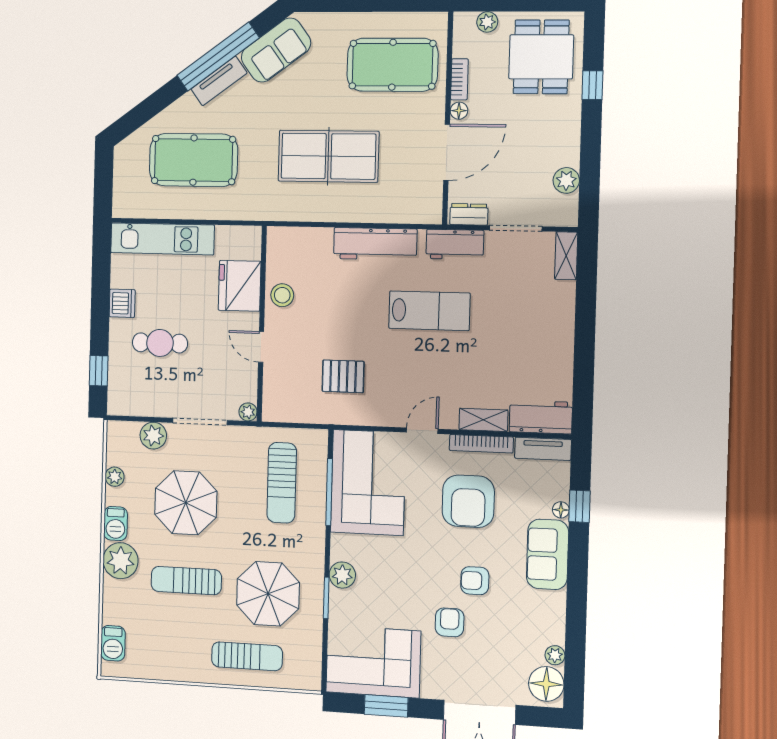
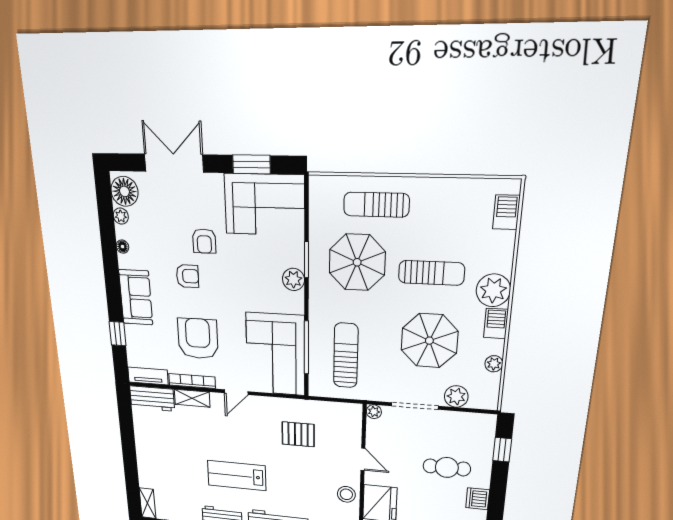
floor lamp: (561, 510) -> (122, 247), moved

